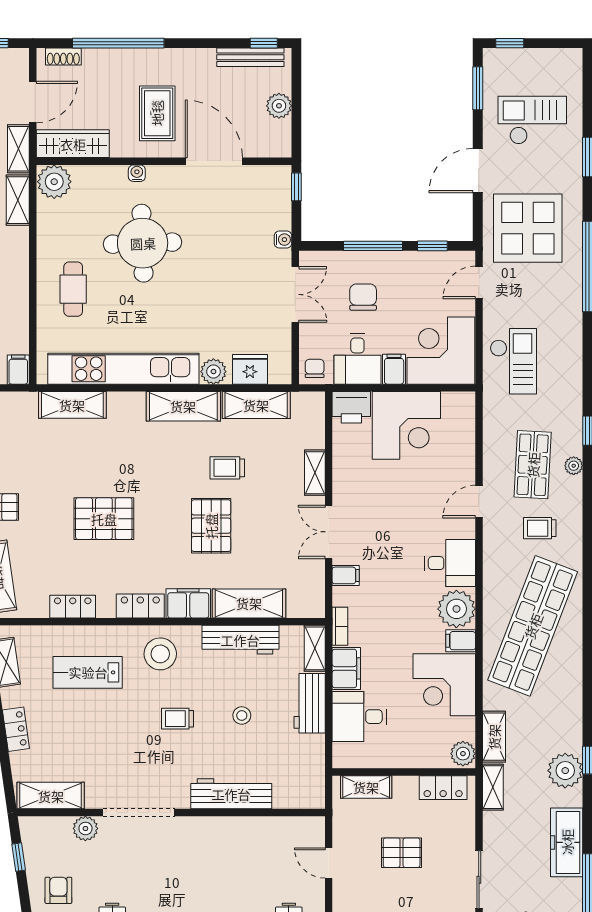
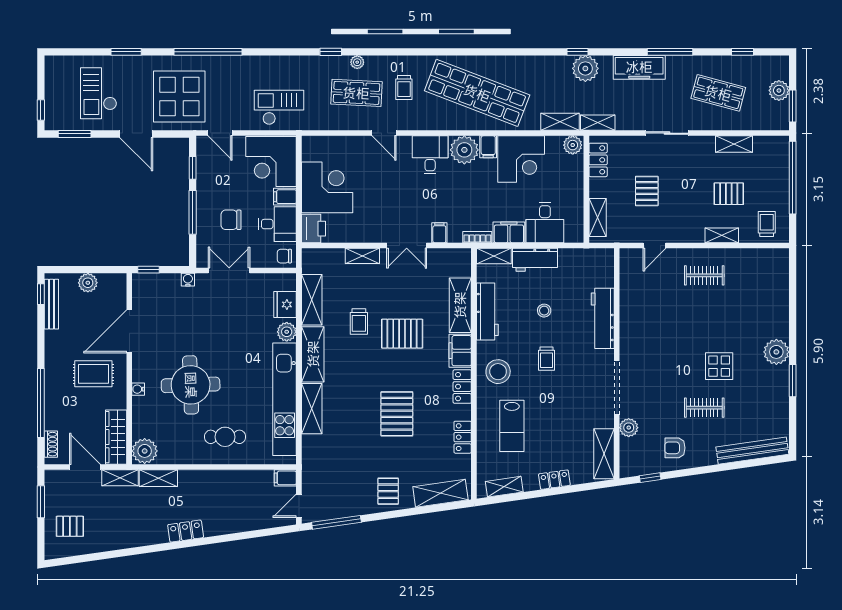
shelving: (72, 405) -> (312, 409), moved

